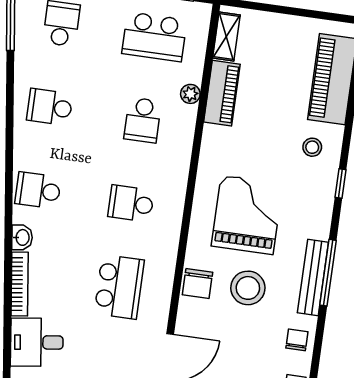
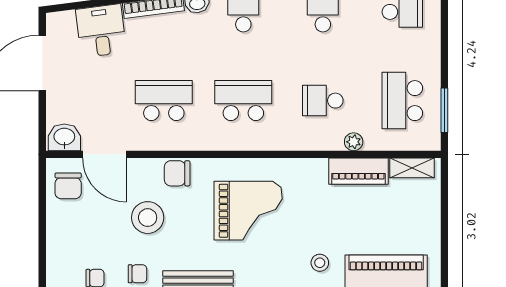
school desk: (131, 203) -> (243, 101), width x1.85
school desk: (119, 287) -> (164, 101), turned 180
stool: (248, 288) -> (148, 218), moved

